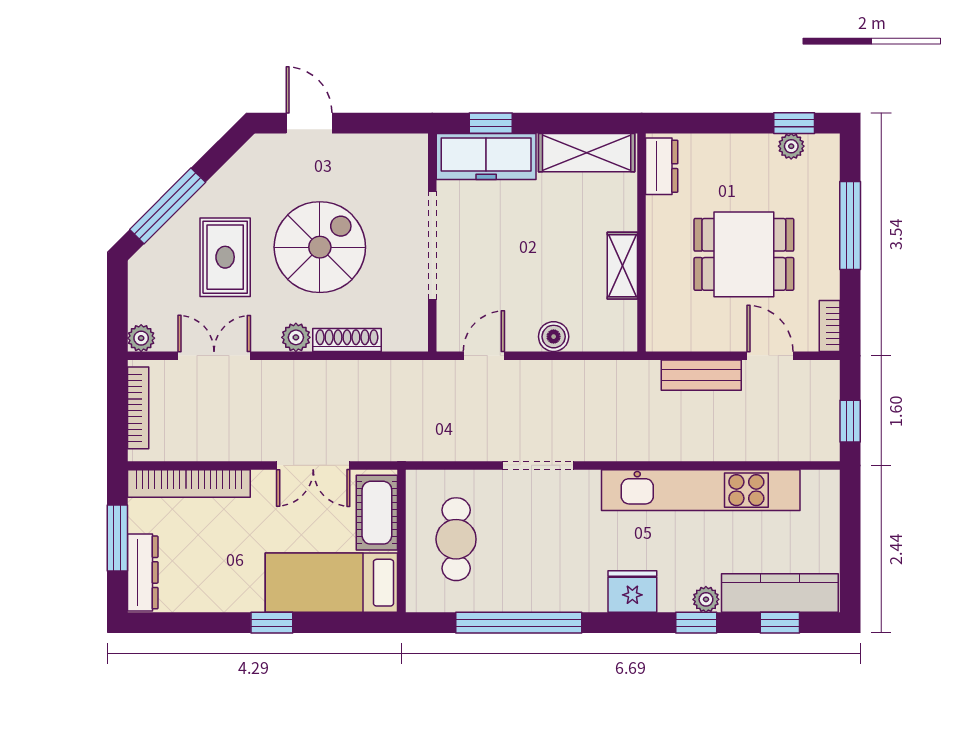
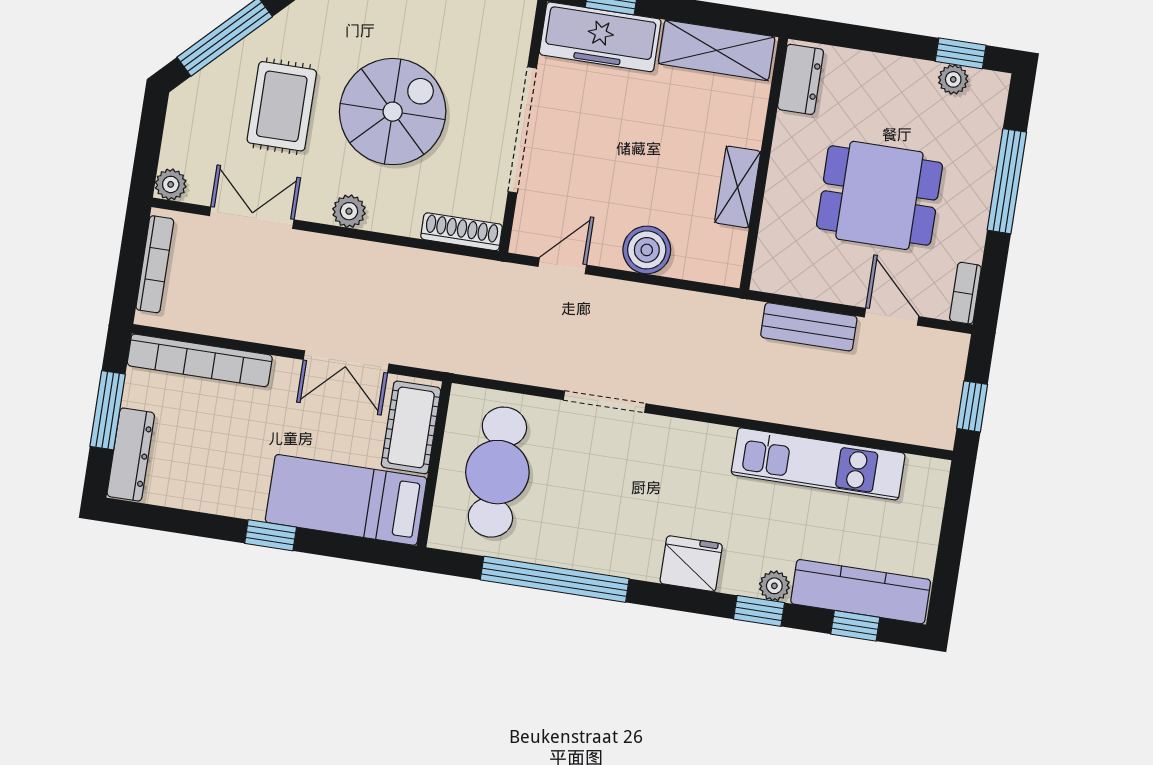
boiler: (554, 337) -> (647, 250), width x1.36, depth x1.36
shoe rack: (347, 340) -> (462, 232), moved
kitchen unit: (701, 490) -> (818, 464), width x0.73
cafe table: (456, 539) -> (497, 472), width x1.37, depth x1.35

